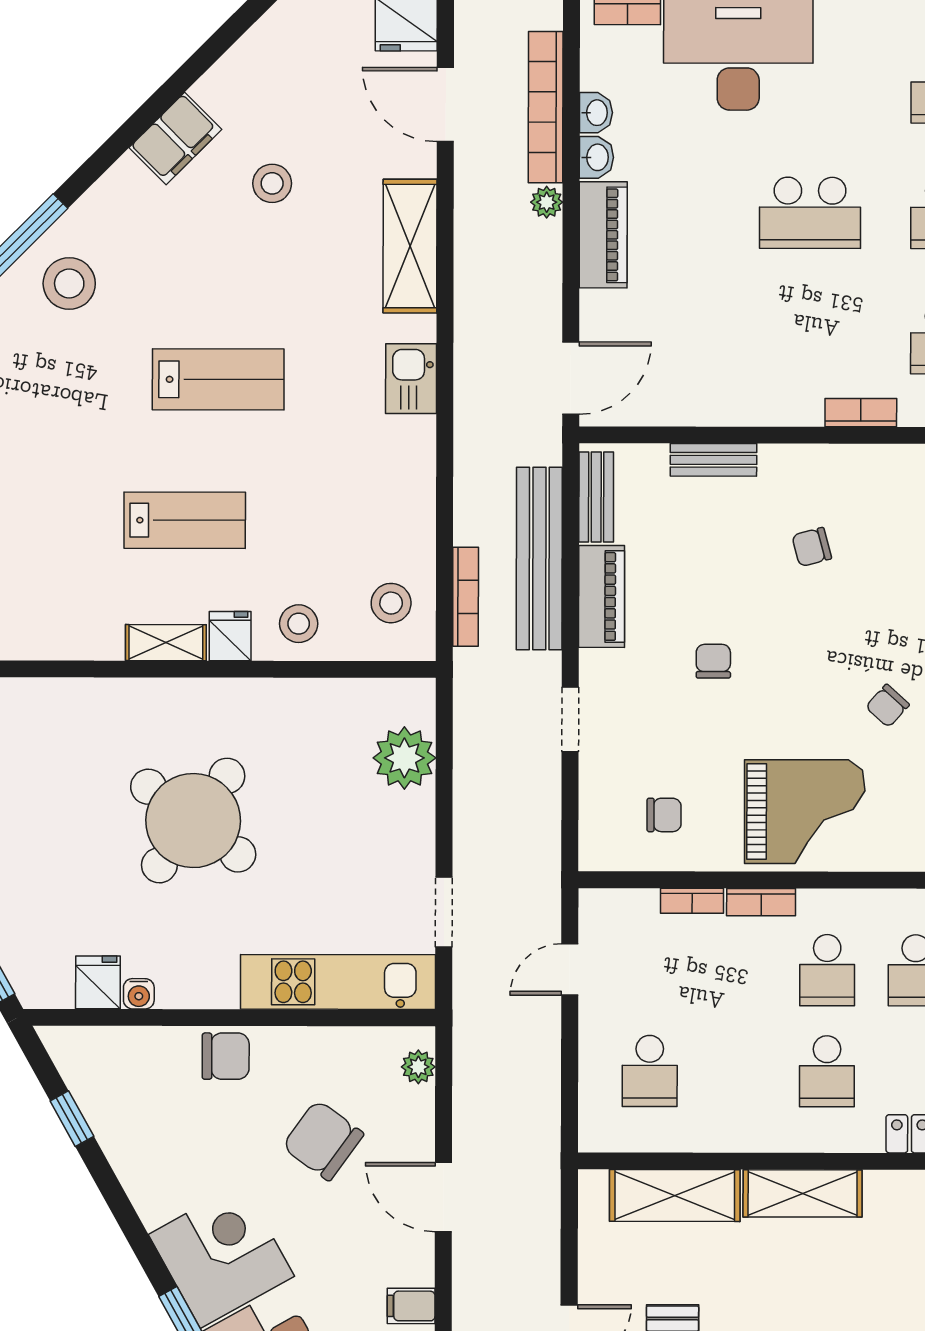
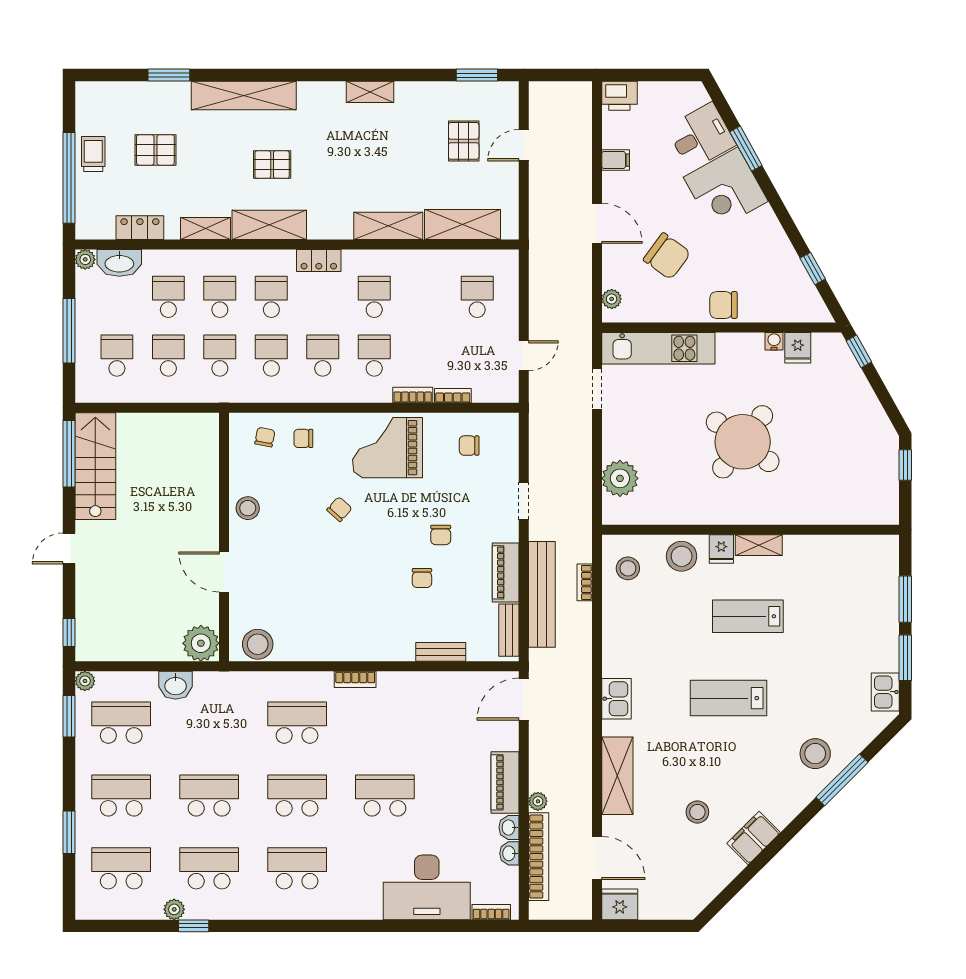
chair: (812, 547) -> (422, 578), moved, turned 105
bookcase: (466, 597) -> (585, 582), width x0.64
stool: (299, 624) -> (682, 556), width x1.38, depth x1.38

